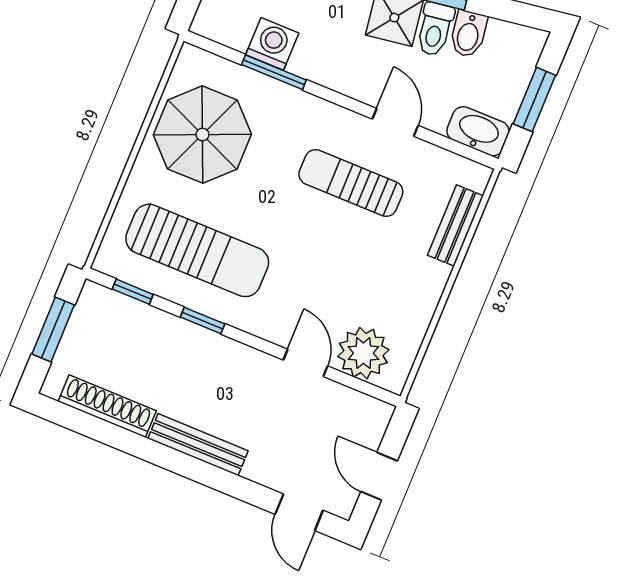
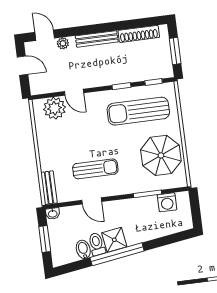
washing machine: (272, 44) -> (167, 202), moved
washbasin: (478, 131) -> (53, 214), width x0.52, depth x0.69
bench: (455, 226) -> (49, 188), moved
plant: (272, 475) -> (63, 43), added

